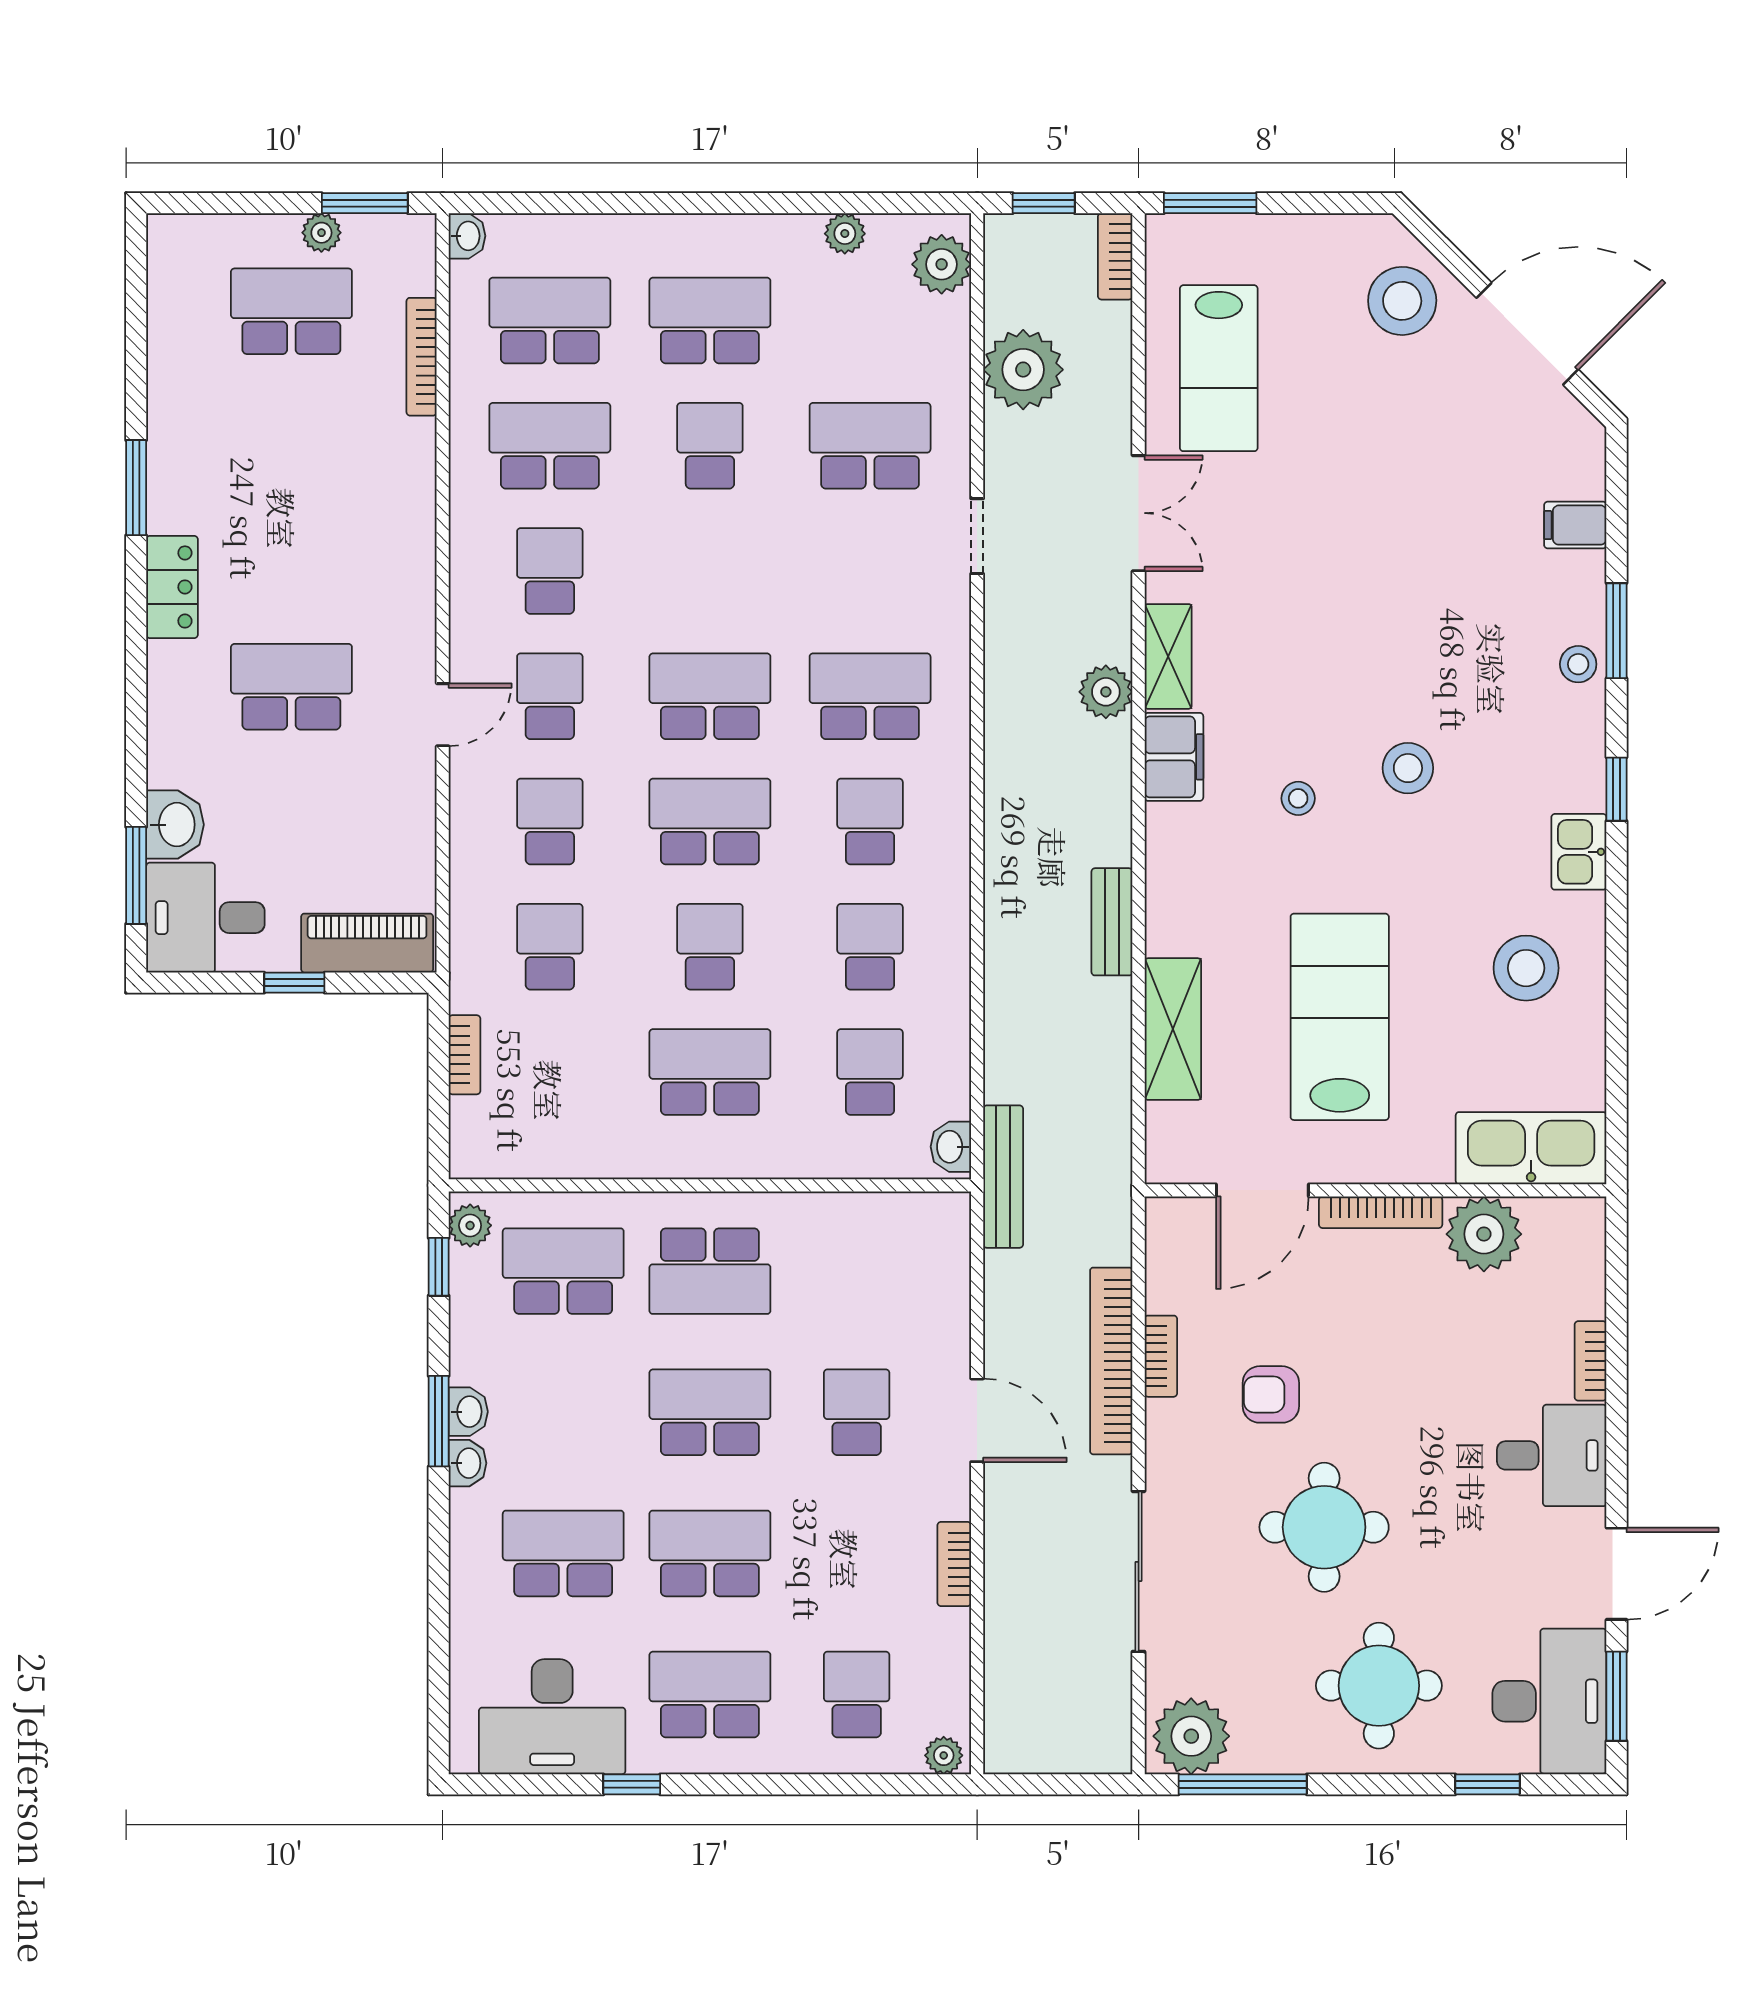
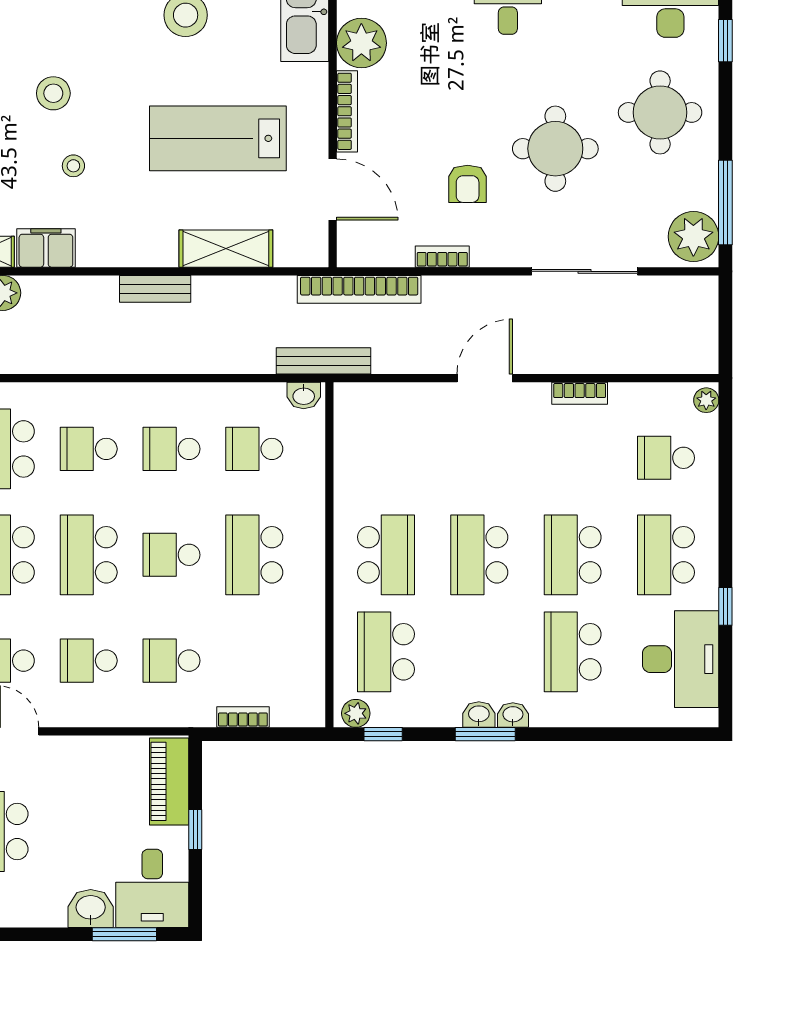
bookcase: (1111, 1361) -> (359, 289), moved
school desk: (857, 1412) -> (479, 458), removed

